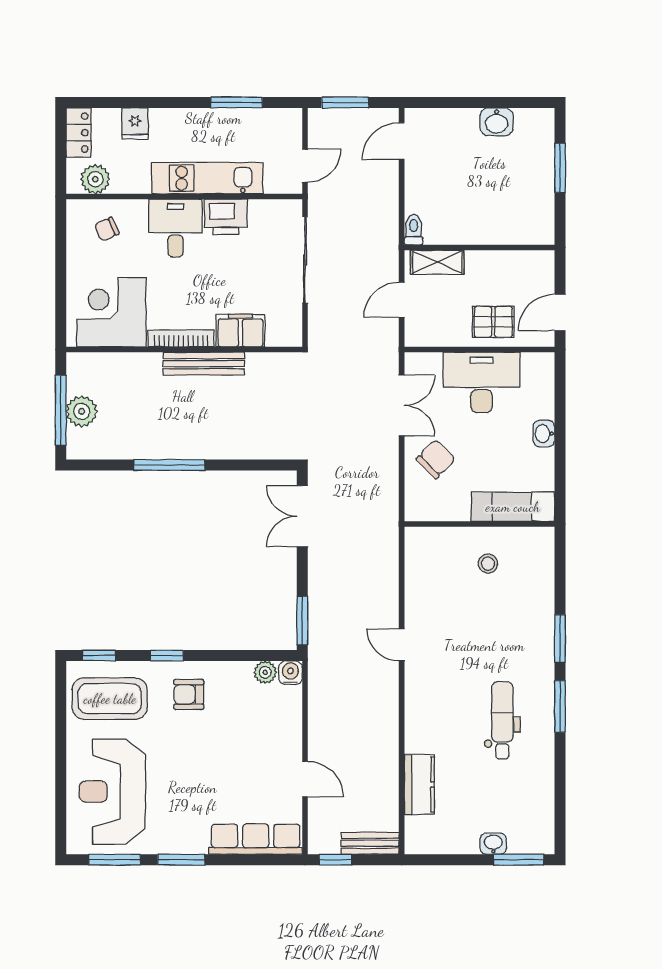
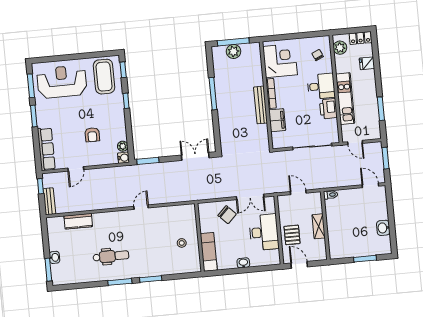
shelving: (437, 262) -> (319, 226), moved
armchair: (189, 694) -> (92, 135), moved, turned 180

